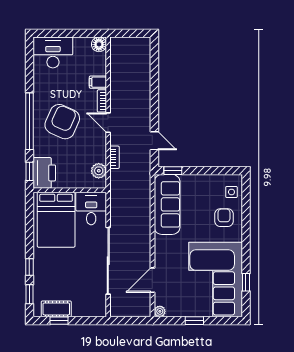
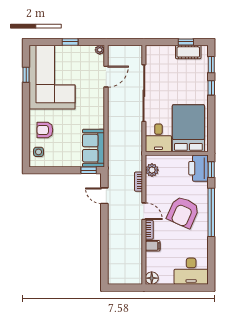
sofa: (167, 204) -> (94, 148), width x0.73
armchair: (224, 218) -> (45, 130), turned 90

